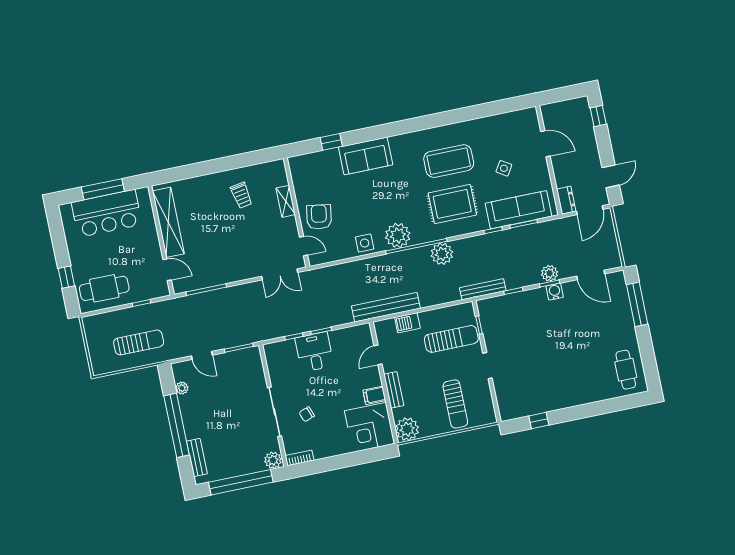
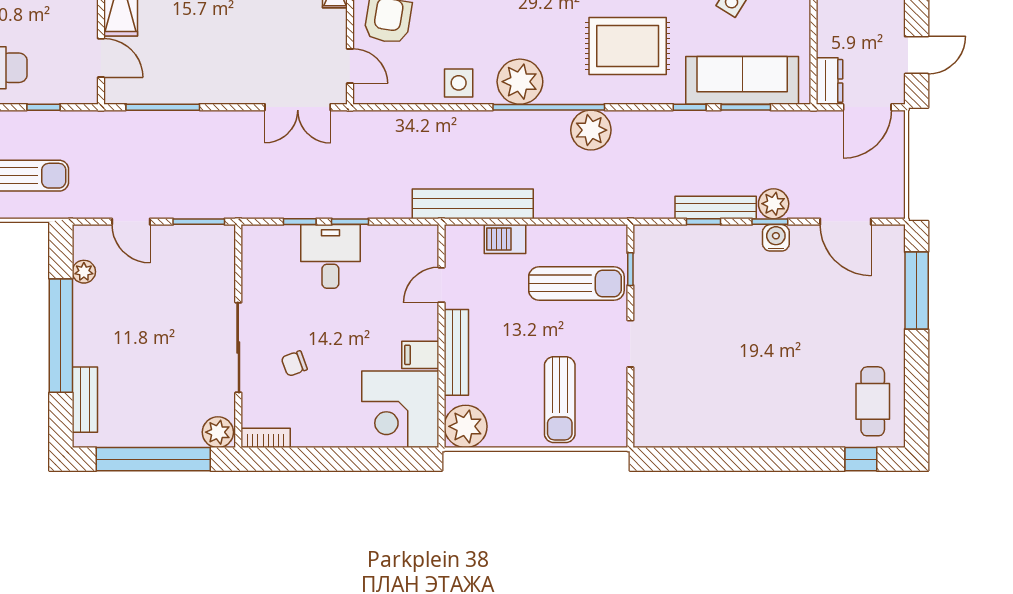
bench: (483, 289) -> (716, 207), moved
bench: (394, 390) -> (456, 352), width x1.36
window: (539, 420) -> (861, 459), moved

